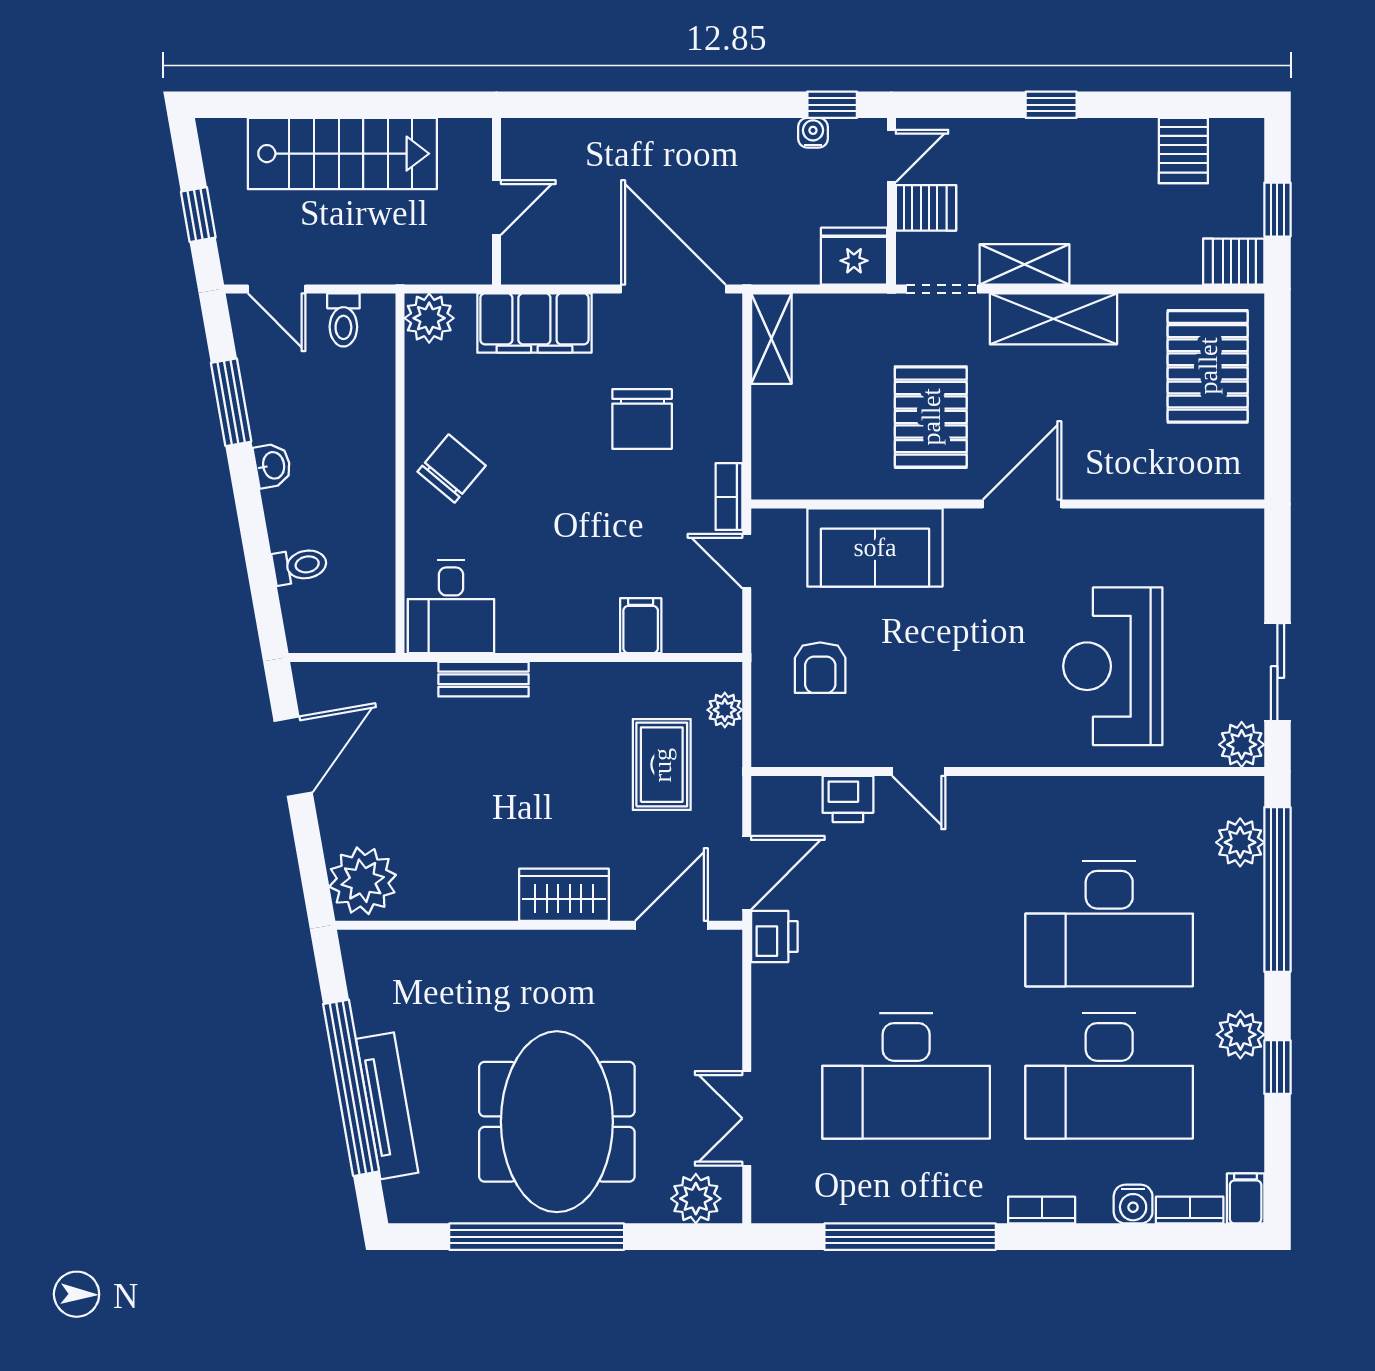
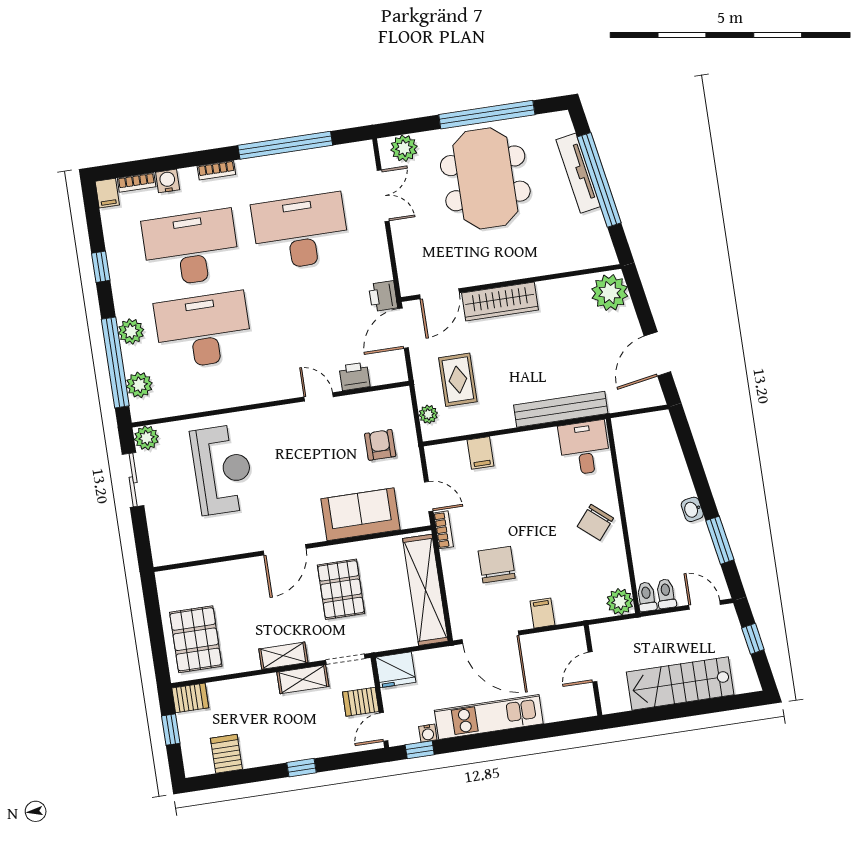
kitchen unit: (698, 145) -> (489, 717), added
shelving: (1053, 319) -> (283, 656), width x0.67, depth x0.75
filing cabinet: (534, 323) -> (542, 613), width x0.33, depth x0.86
shelving: (771, 339) -> (425, 590), width x2.20, depth x1.33
toilet: (300, 566) -> (647, 597), moved, turned 100
bench: (483, 679) -> (561, 409), width x1.86, depth x1.21
wardrobe: (564, 895) -> (500, 301), width x1.50
plant: (1240, 1035) -> (131, 331), moved

